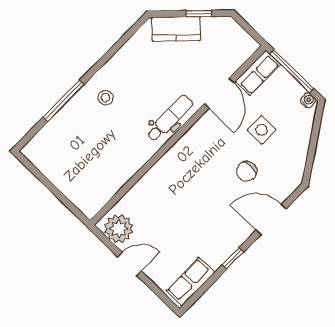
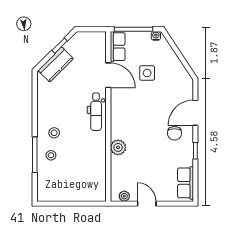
stool: (80, 118) -> (51, 155), added
dental chair: (170, 118) -> (96, 112), turned 180
chair: (247, 171) -> (174, 133), moved
plant: (157, 177) -> (118, 147), added
plant: (119, 229) -> (124, 196), width x0.53, depth x0.53
door: (129, 264) -> (147, 204), hinge flipped

